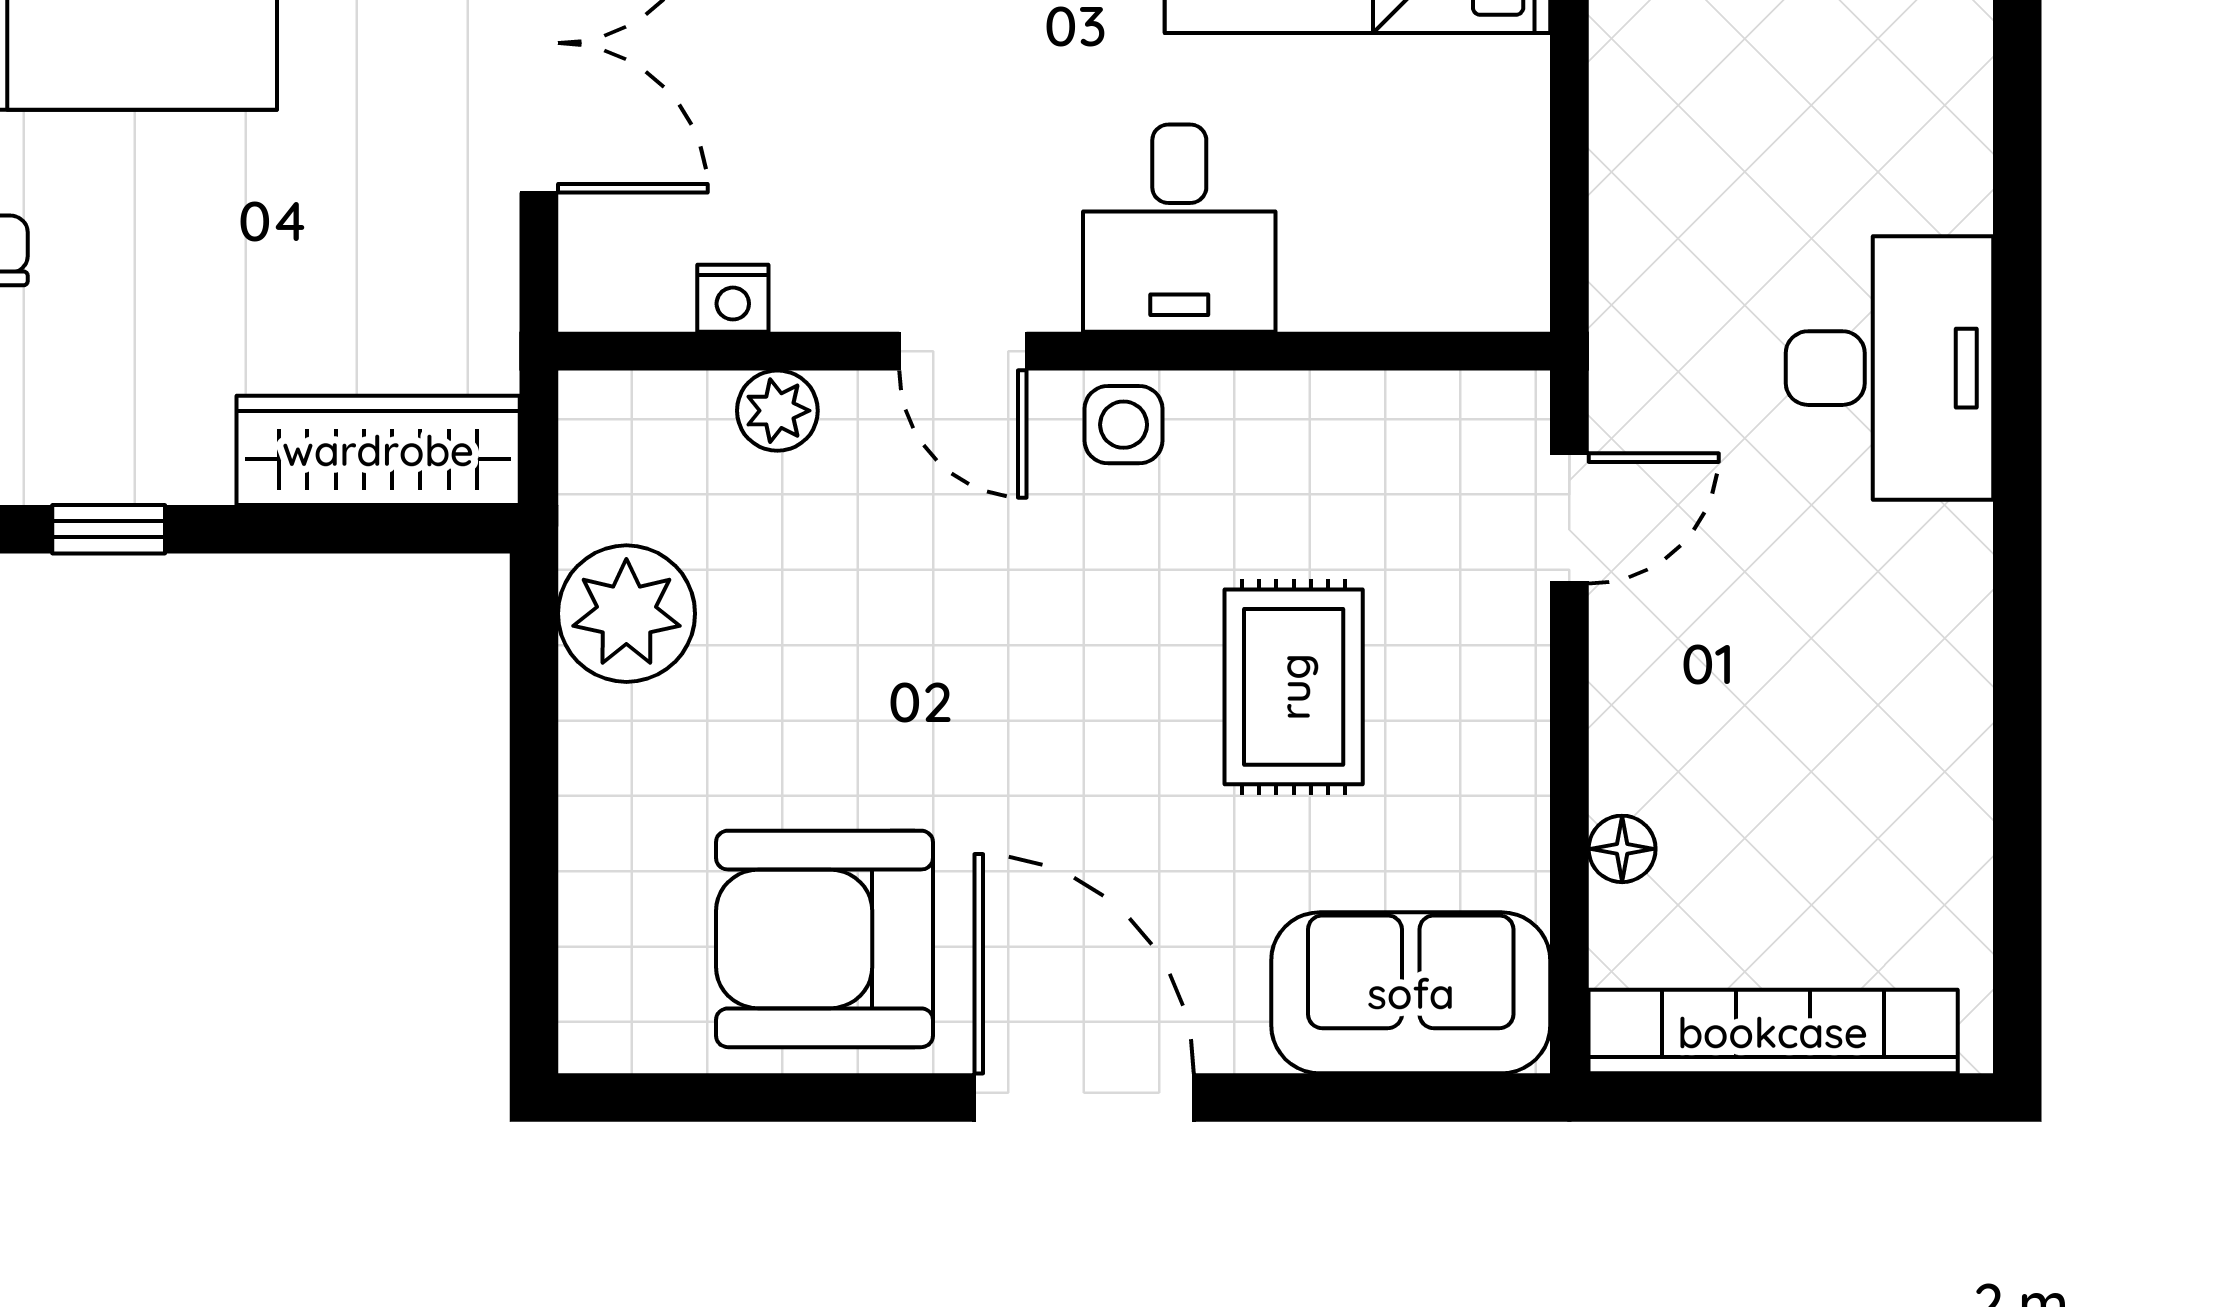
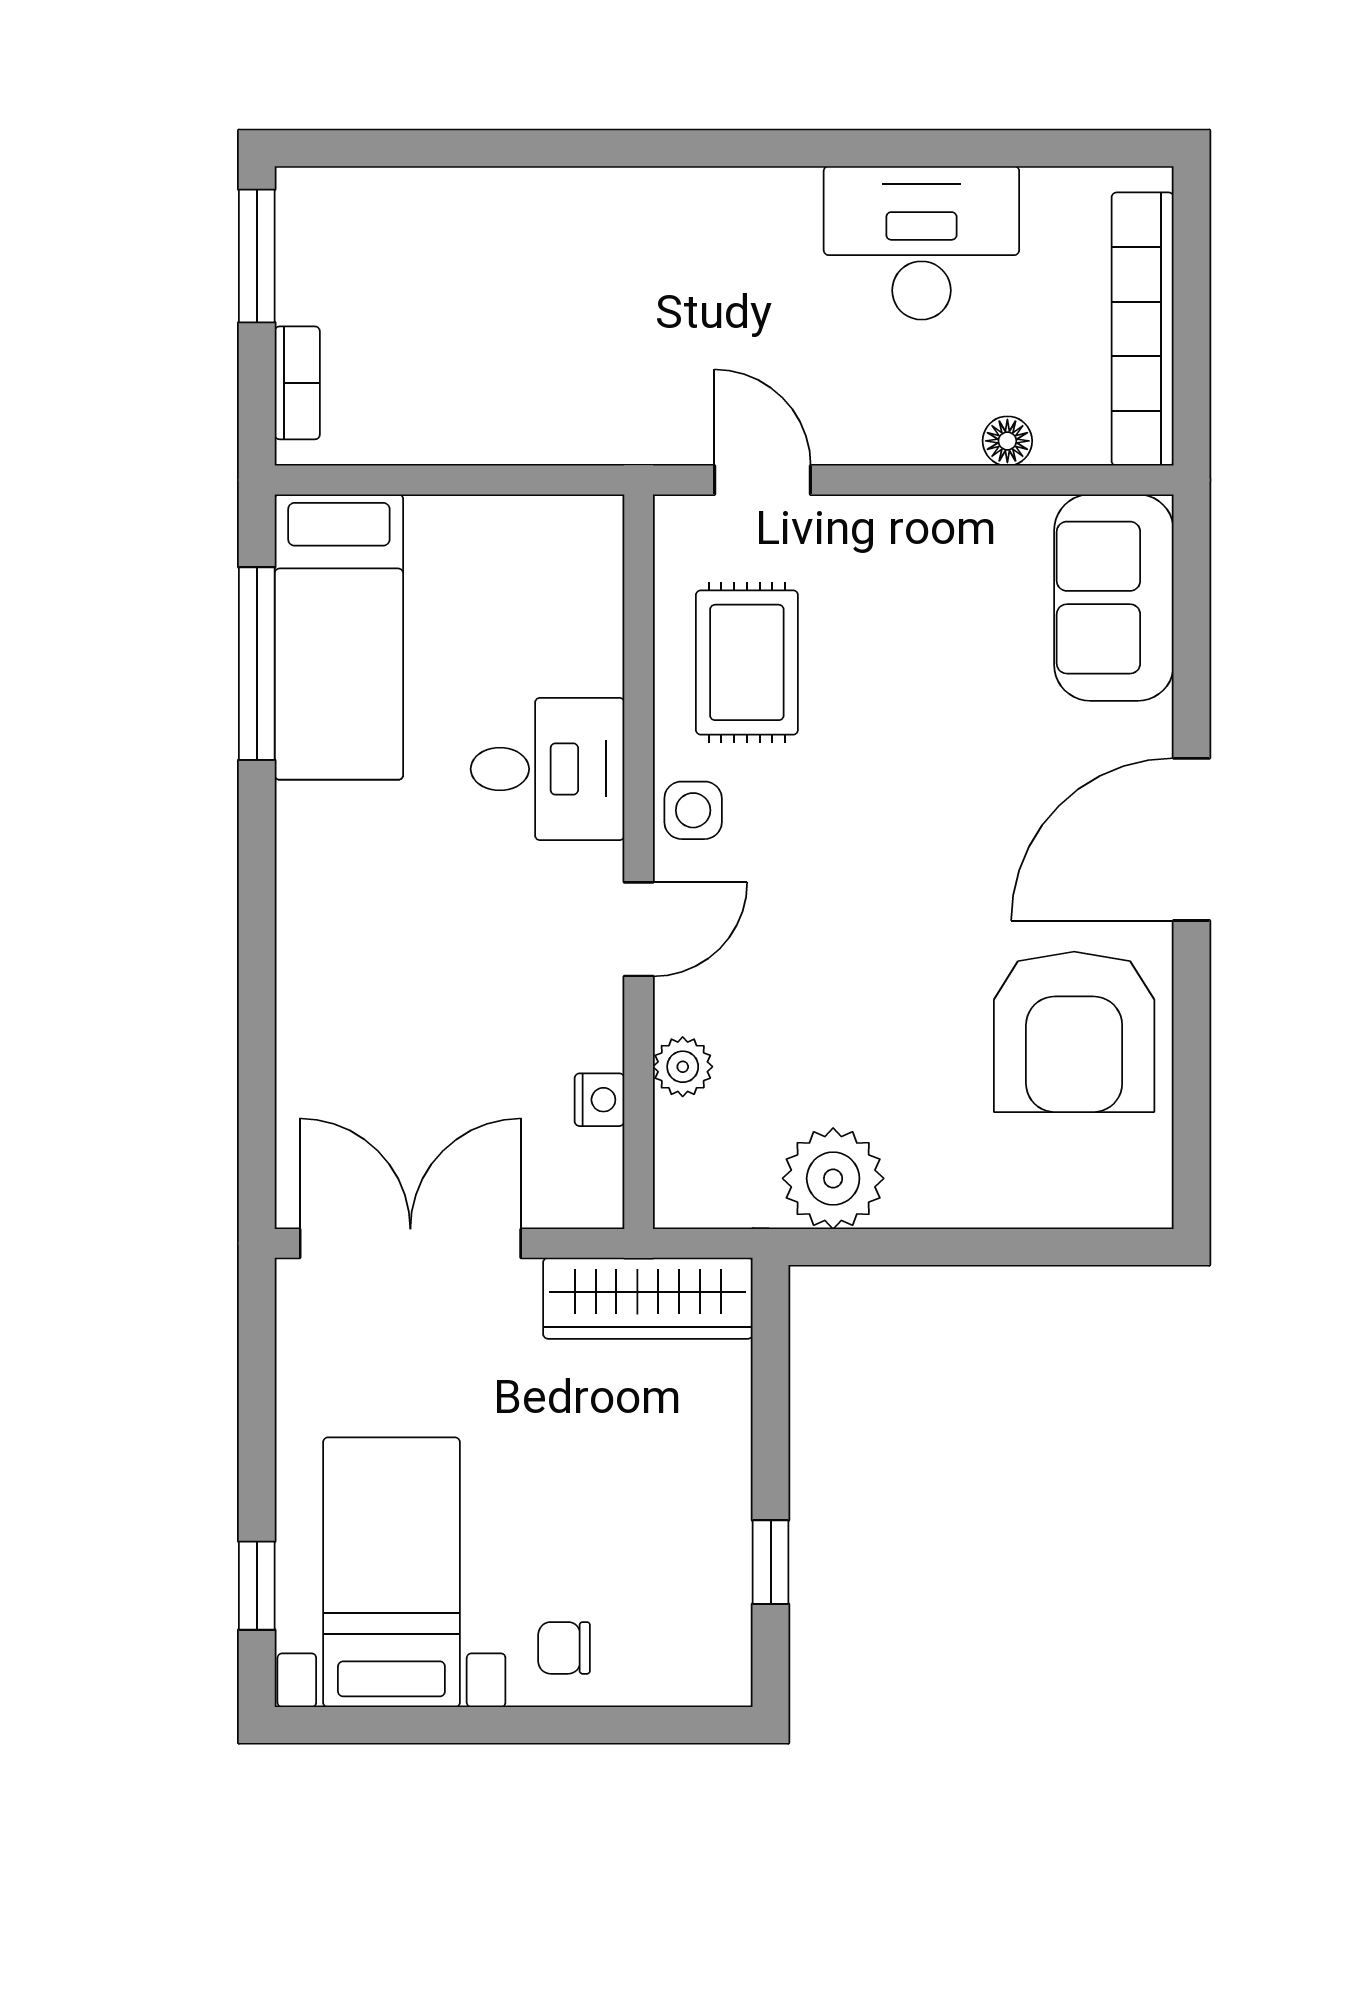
desk: (1890, 368) -> (921, 243), moved
wardrobe: (378, 450) -> (648, 1298), moved, turned -90
rug: (1294, 687) -> (747, 662), moved, turned 90

